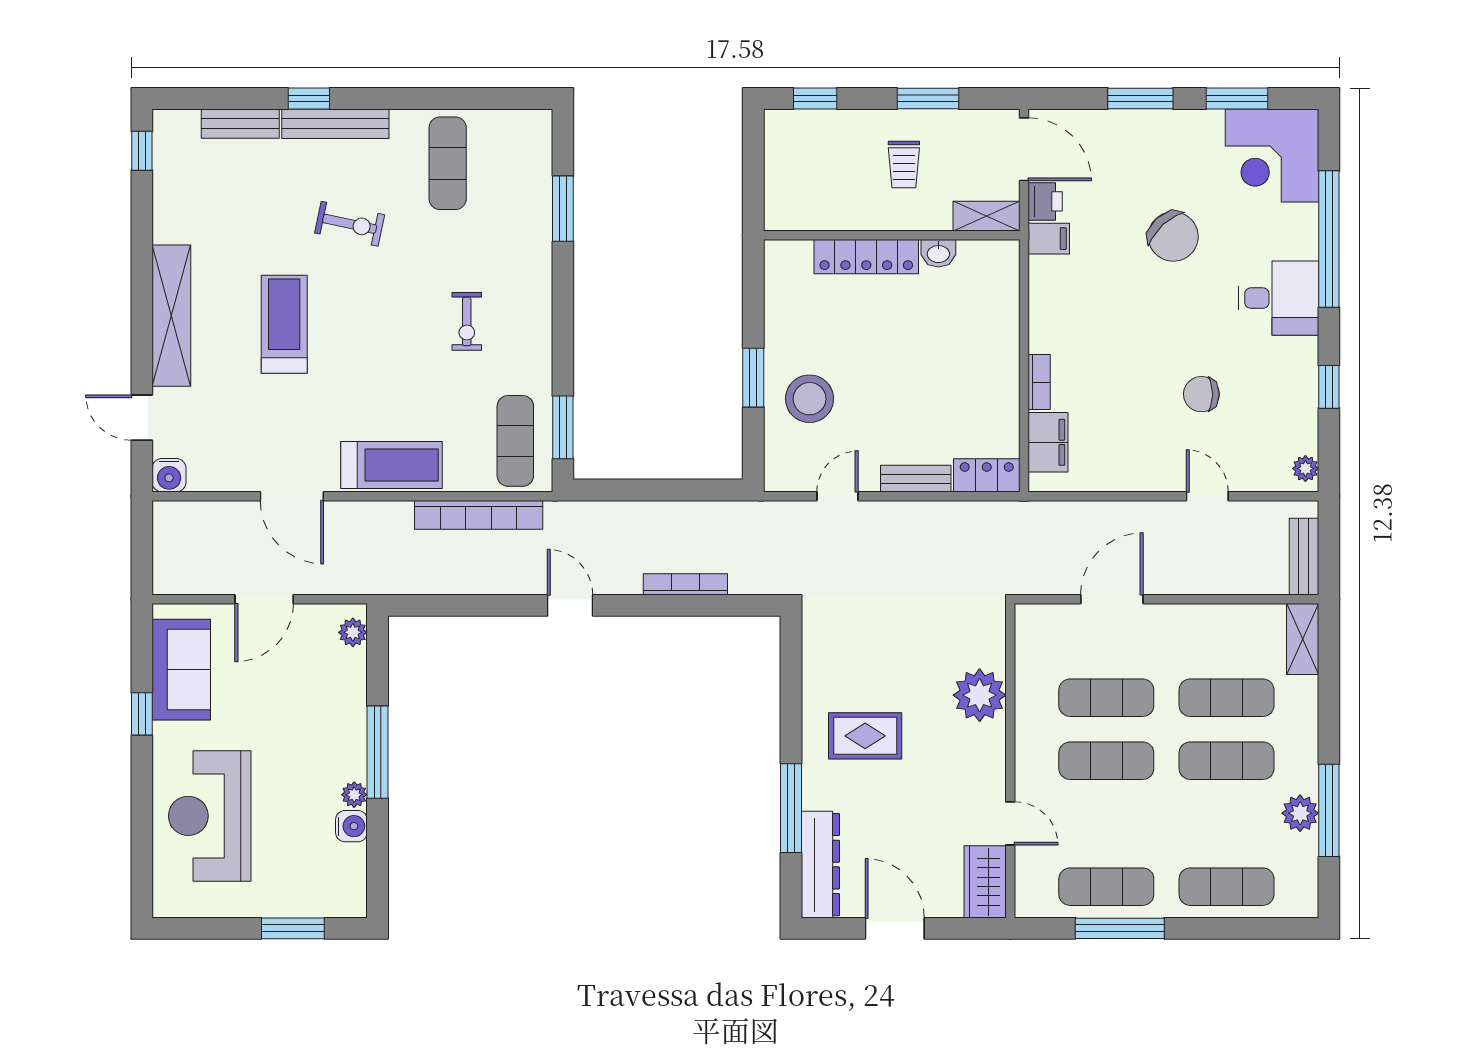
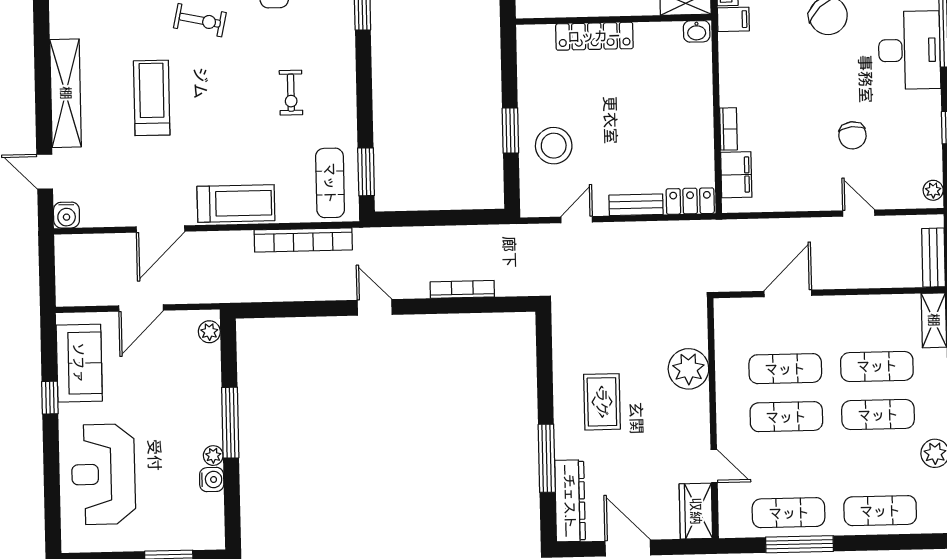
washbasin: (938, 253) -> (697, 31), moved
desk: (1279, 298) -> (909, 50), width x1.37
chair: (1201, 394) -> (852, 135), turned -95
door: (292, 496) -> (161, 229), hinge flipped
rug: (865, 736) -> (602, 402), turned 90

